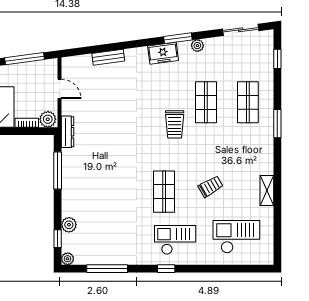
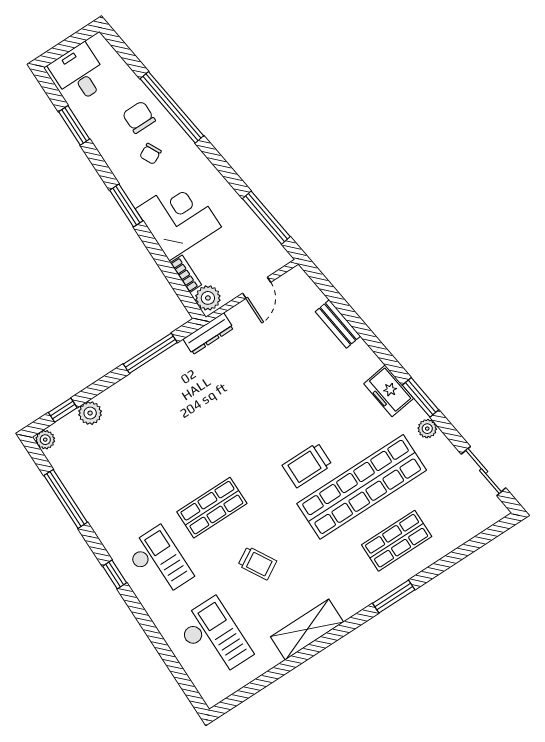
window: (277, 59) -> (477, 543), removed
shop shelf: (206, 102) -> (362, 487), width x2.00, depth x1.36
shelving: (267, 190) -> (307, 629), width x1.50, depth x1.33

